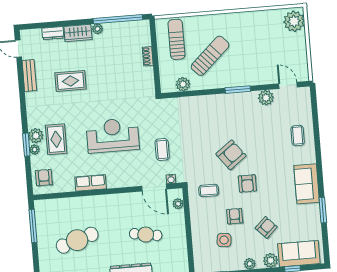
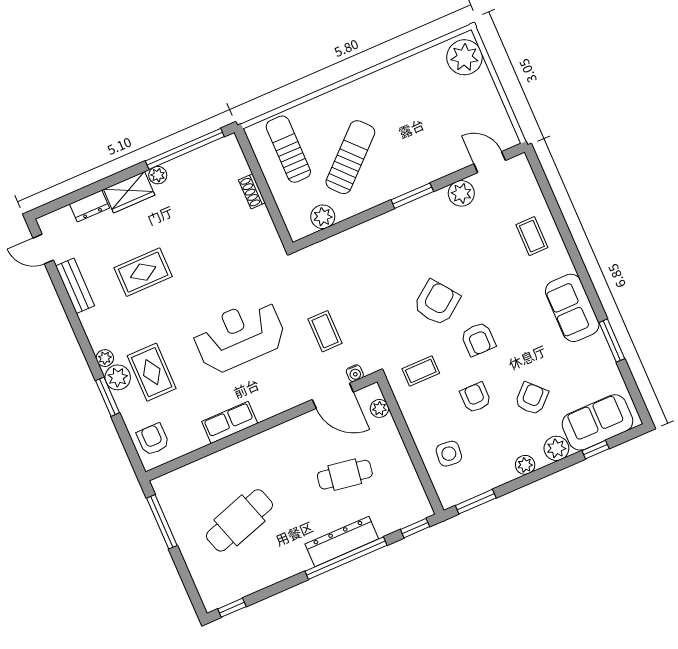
plant: (35, 150) -> (105, 358), moved
side table: (224, 240) -> (449, 454), moved

